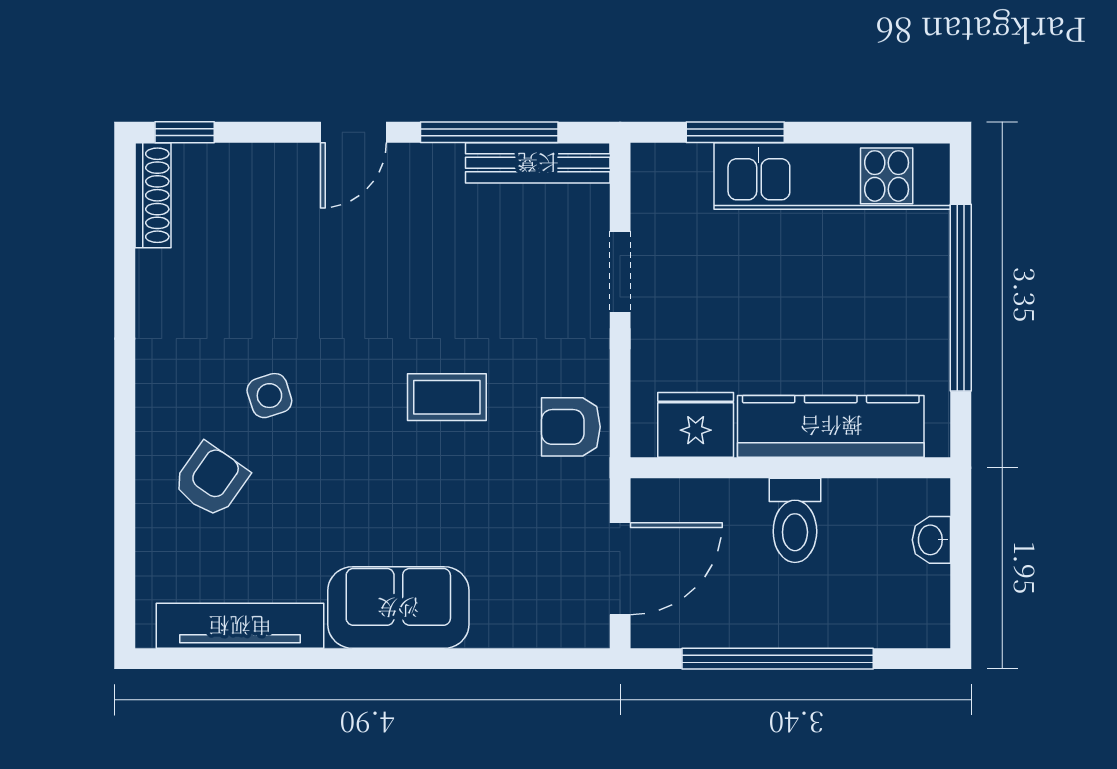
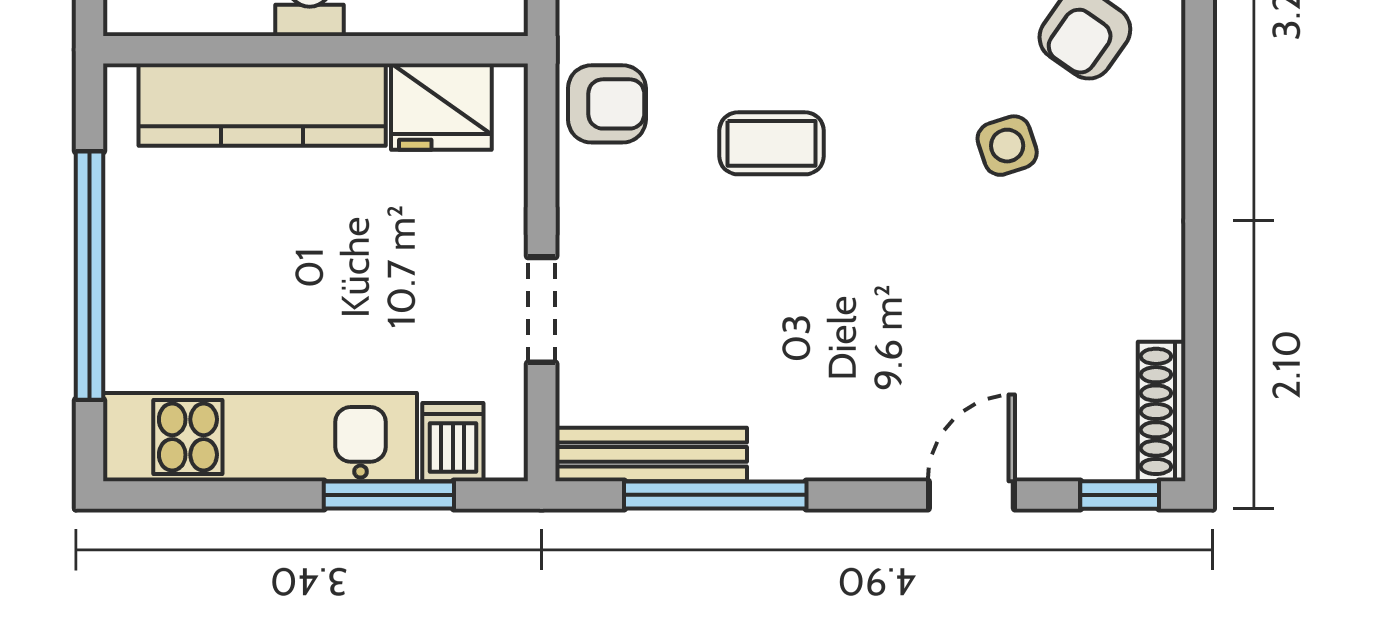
door: (353, 132) -> (971, 495), moved
dishwasher: (687, 172) -> (453, 442), added

